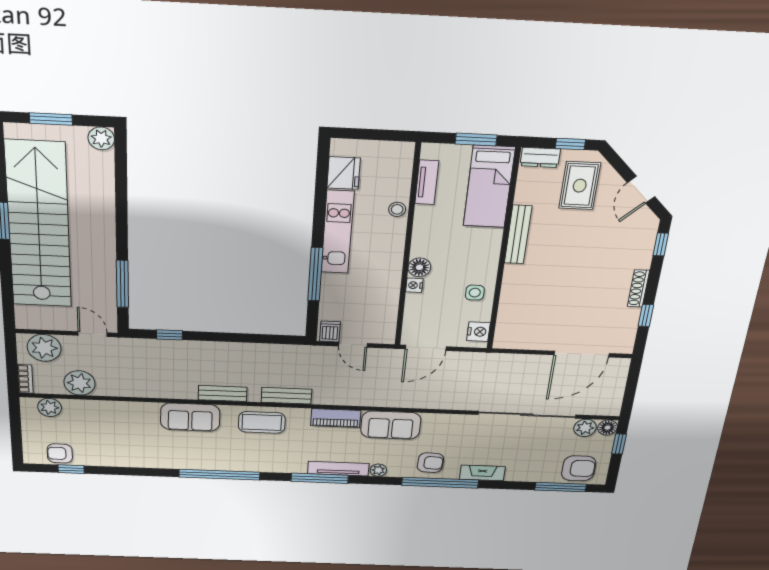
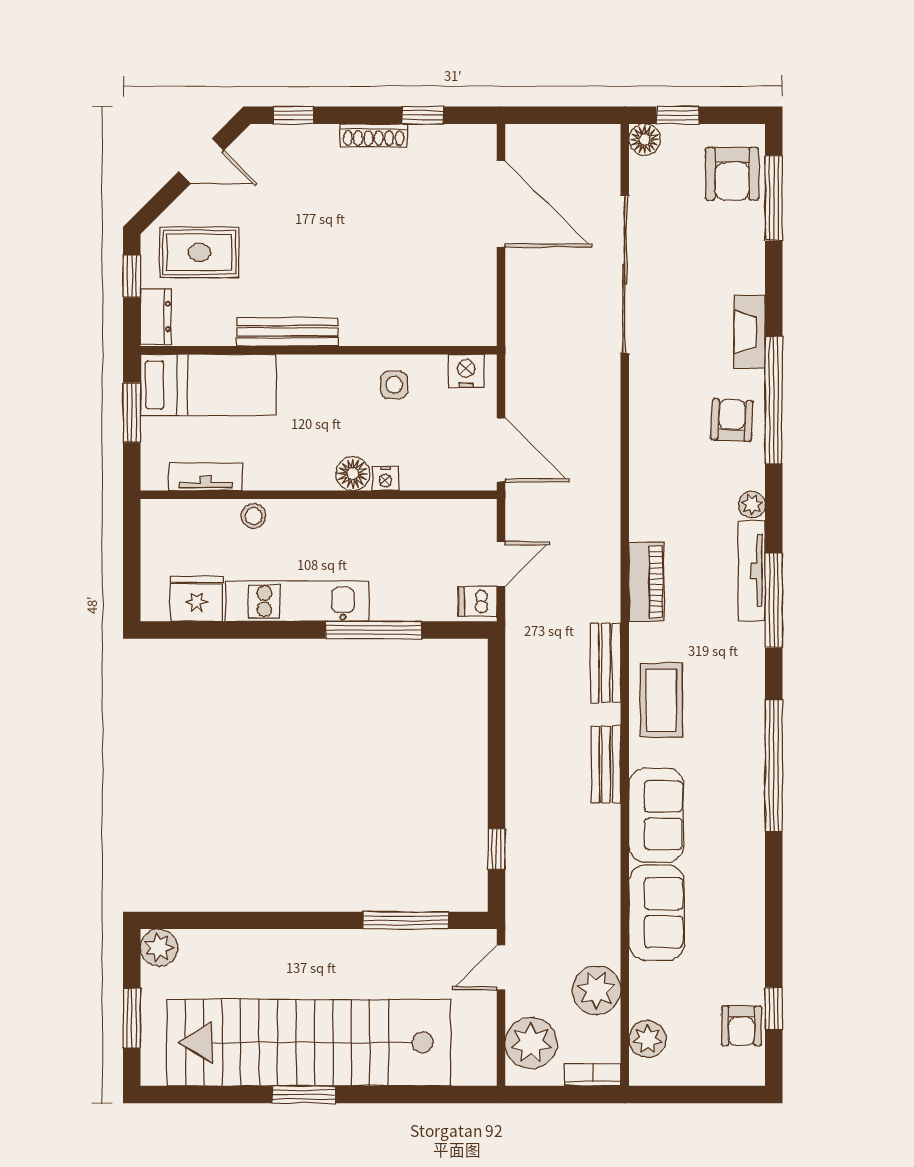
sofa: (391, 425) -> (657, 913), moved
plant: (585, 428) -> (647, 176), removed
armchair: (579, 468) -> (732, 174), turned 180

